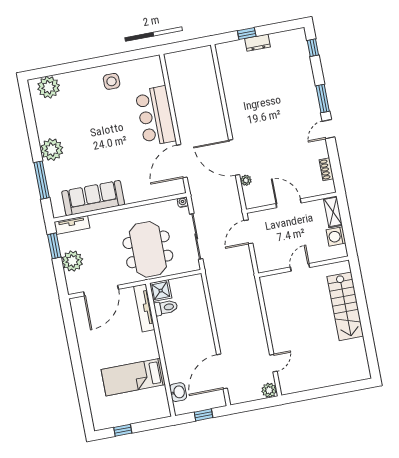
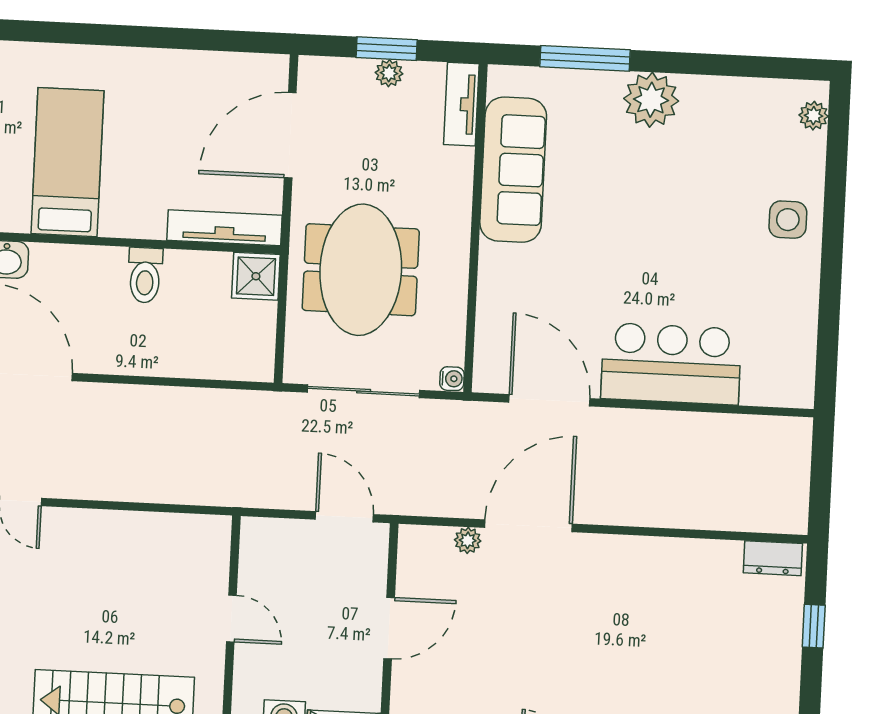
dresser: (257, 43) -> (773, 558), moved, turned -90
side table: (112, 81) -> (788, 220), moved
plant: (49, 87) -> (814, 116), width x0.53, depth x0.53
window: (54, 246) -> (387, 49), moved
meeting table: (148, 249) -> (361, 270), turned 90
plant: (72, 261) -> (389, 73), width x0.53, depth x0.53
door: (101, 291) -> (290, 135), hinge flipped
toilet: (166, 308) -> (145, 275), moved

